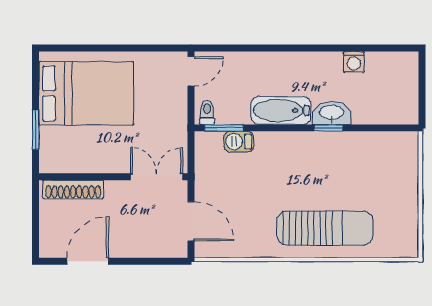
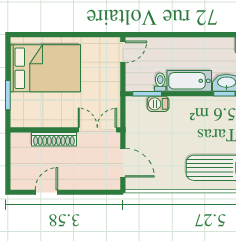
toilet: (207, 112) -> (160, 82), moved
shoe rack: (73, 189) -> (54, 139), moved
door: (88, 261) -> (46, 192), width x0.73

